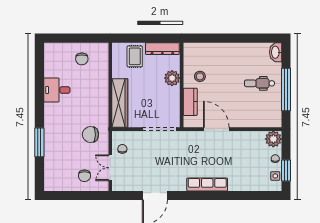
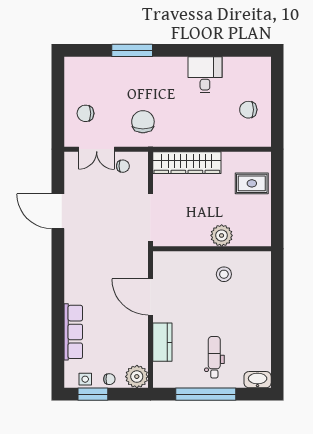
dresser: (162, 49) -> (263, 222), removed
kitchen counter: (190, 102) -> (162, 342), moved, turned -90
door: (216, 129) -> (150, 297), swing flipped
double door: (110, 168) -> (97, 149), swing flipped
row of seats: (207, 184) -> (73, 332), moved

